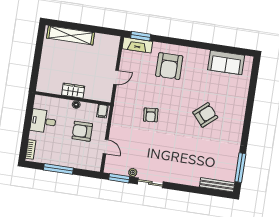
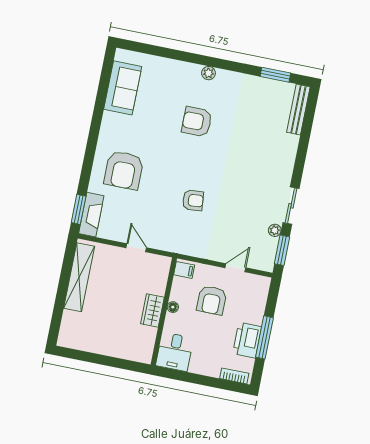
shelving: (71, 35) -> (79, 277), moved
armchair: (169, 66) -> (124, 170), turned 90
armchair: (205, 115) -> (197, 122), turned -49
desk: (43, 121) -> (175, 352), moved
plant: (239, 121) -> (209, 73), added
printer: (56, 157) -> (247, 340), added
window: (240, 168) -> (275, 75), width x0.69

